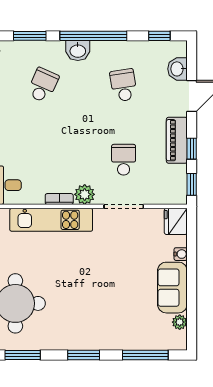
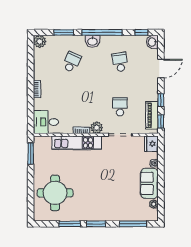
washbasin: (178, 69) -> (152, 42), moved
piano: (177, 140) -> (152, 115), moved
window: (23, 355) -> (70, 224), moved

